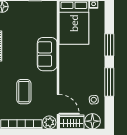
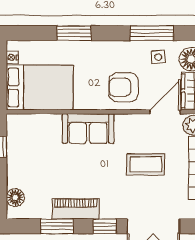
armchair: (74, 77) -> (123, 87), added
window: (109, 82) -> (152, 33), moved

